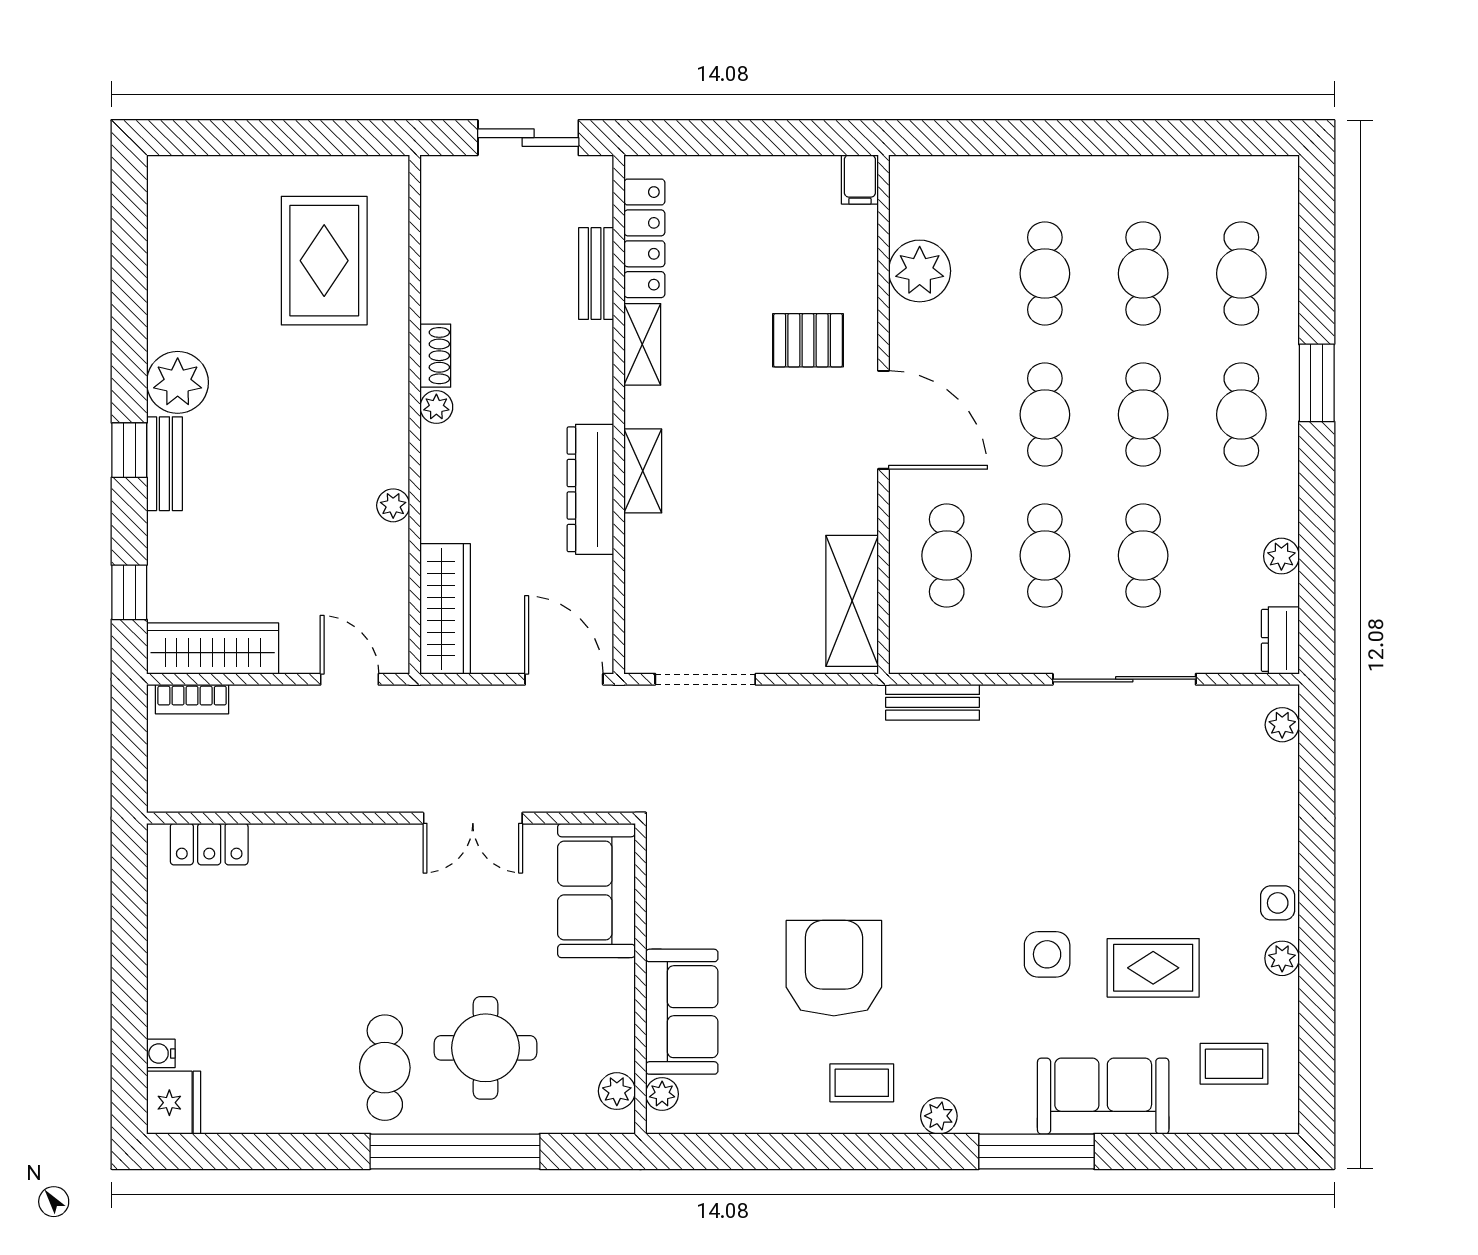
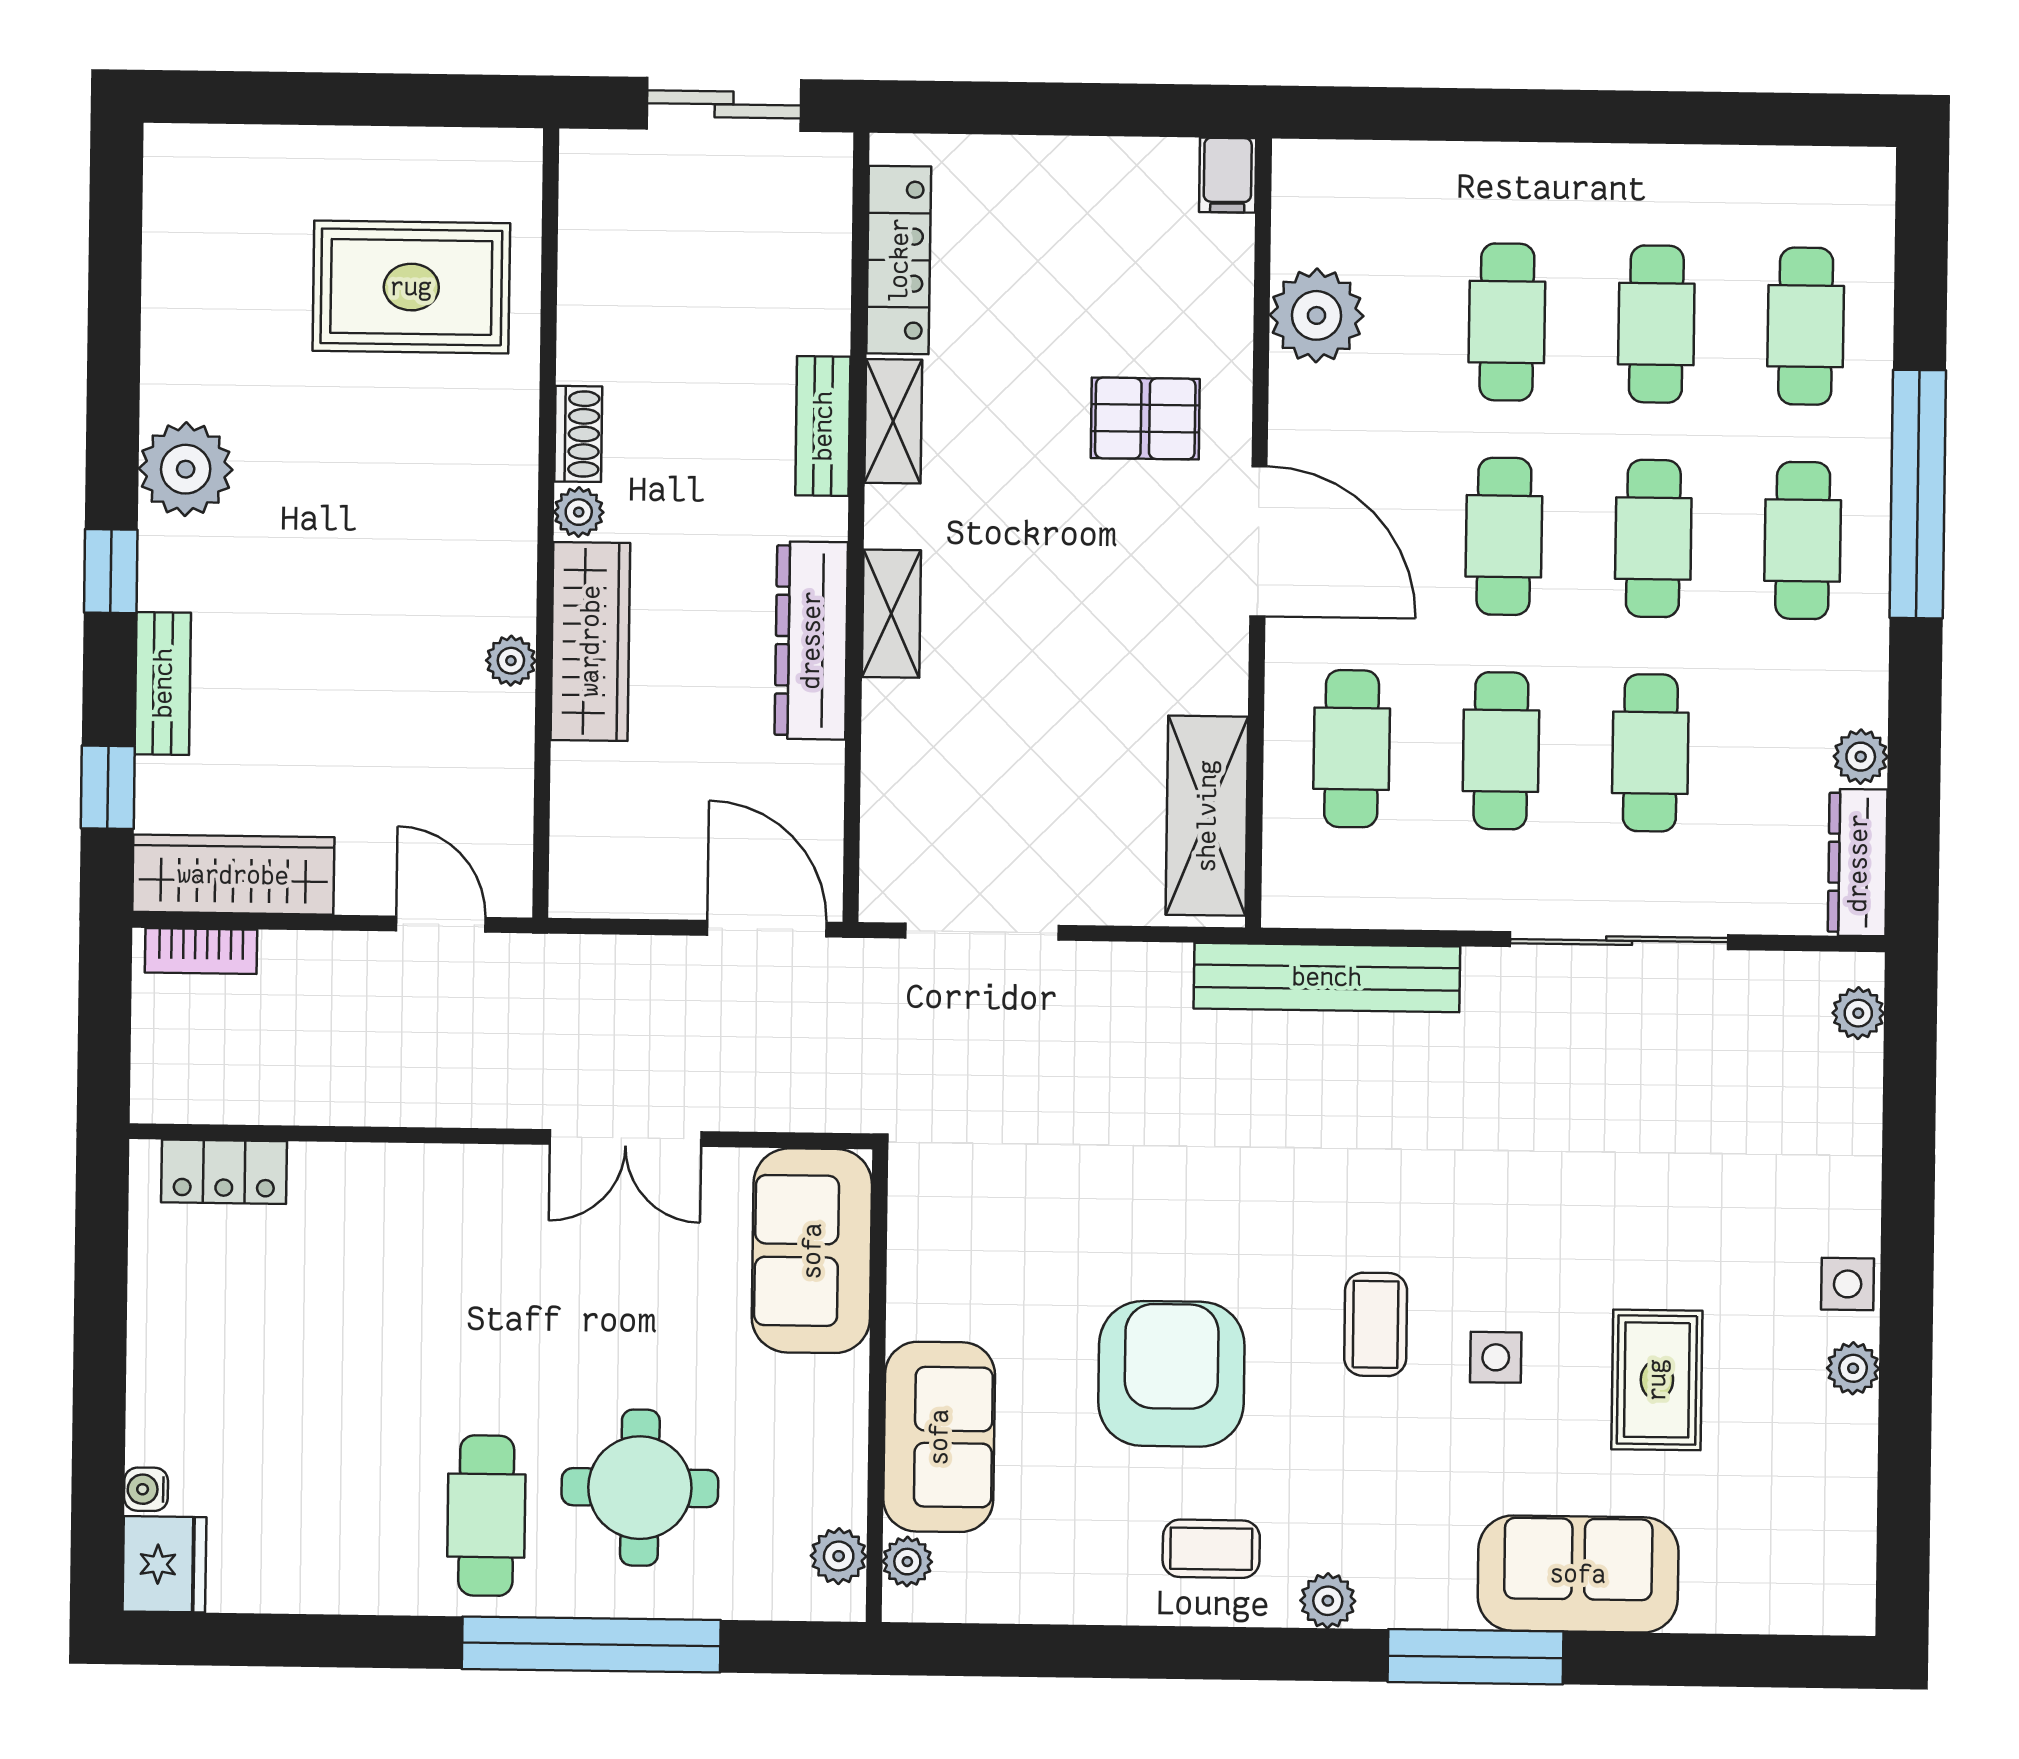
rug: (324, 261) -> (411, 287), turned 90
bench: (596, 274) -> (823, 426), moved
window: (1317, 383) -> (1918, 494), width x2.11
bench: (164, 464) -> (163, 683), moved
wardrobe: (445, 609) -> (590, 641), moved
dresser: (1280, 640) -> (1858, 863), width x1.44
bench: (933, 702) -> (1327, 977), width x1.86, depth x1.21
side table: (1047, 954) -> (1496, 1357), width x0.73, depth x0.73
rug: (1153, 968) -> (1657, 1380), turned 90
coffee table: (1234, 1064) -> (1376, 1324), moved, turned 90

